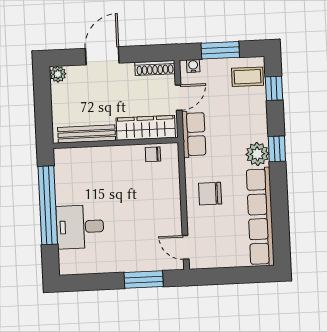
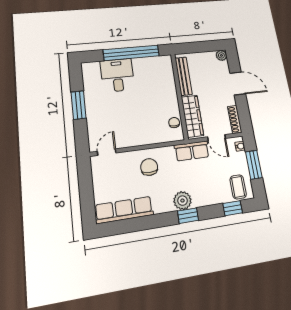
row of seats: (260, 217) -> (124, 210), width x0.73
window: (144, 280) -> (78, 105), moved

